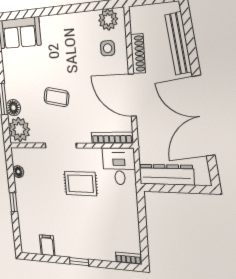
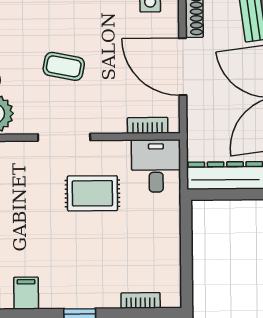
bookcase: (112, 138) -> (148, 125), width x0.64
bookcase: (128, 258) -> (141, 300), moved

